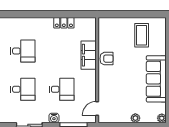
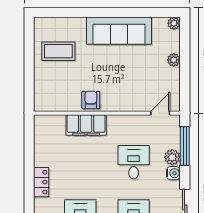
locker: (64, 23) -> (41, 182), moved
door: (97, 108) -> (160, 113), swing flipped
plant: (65, 117) -> (172, 157), added

